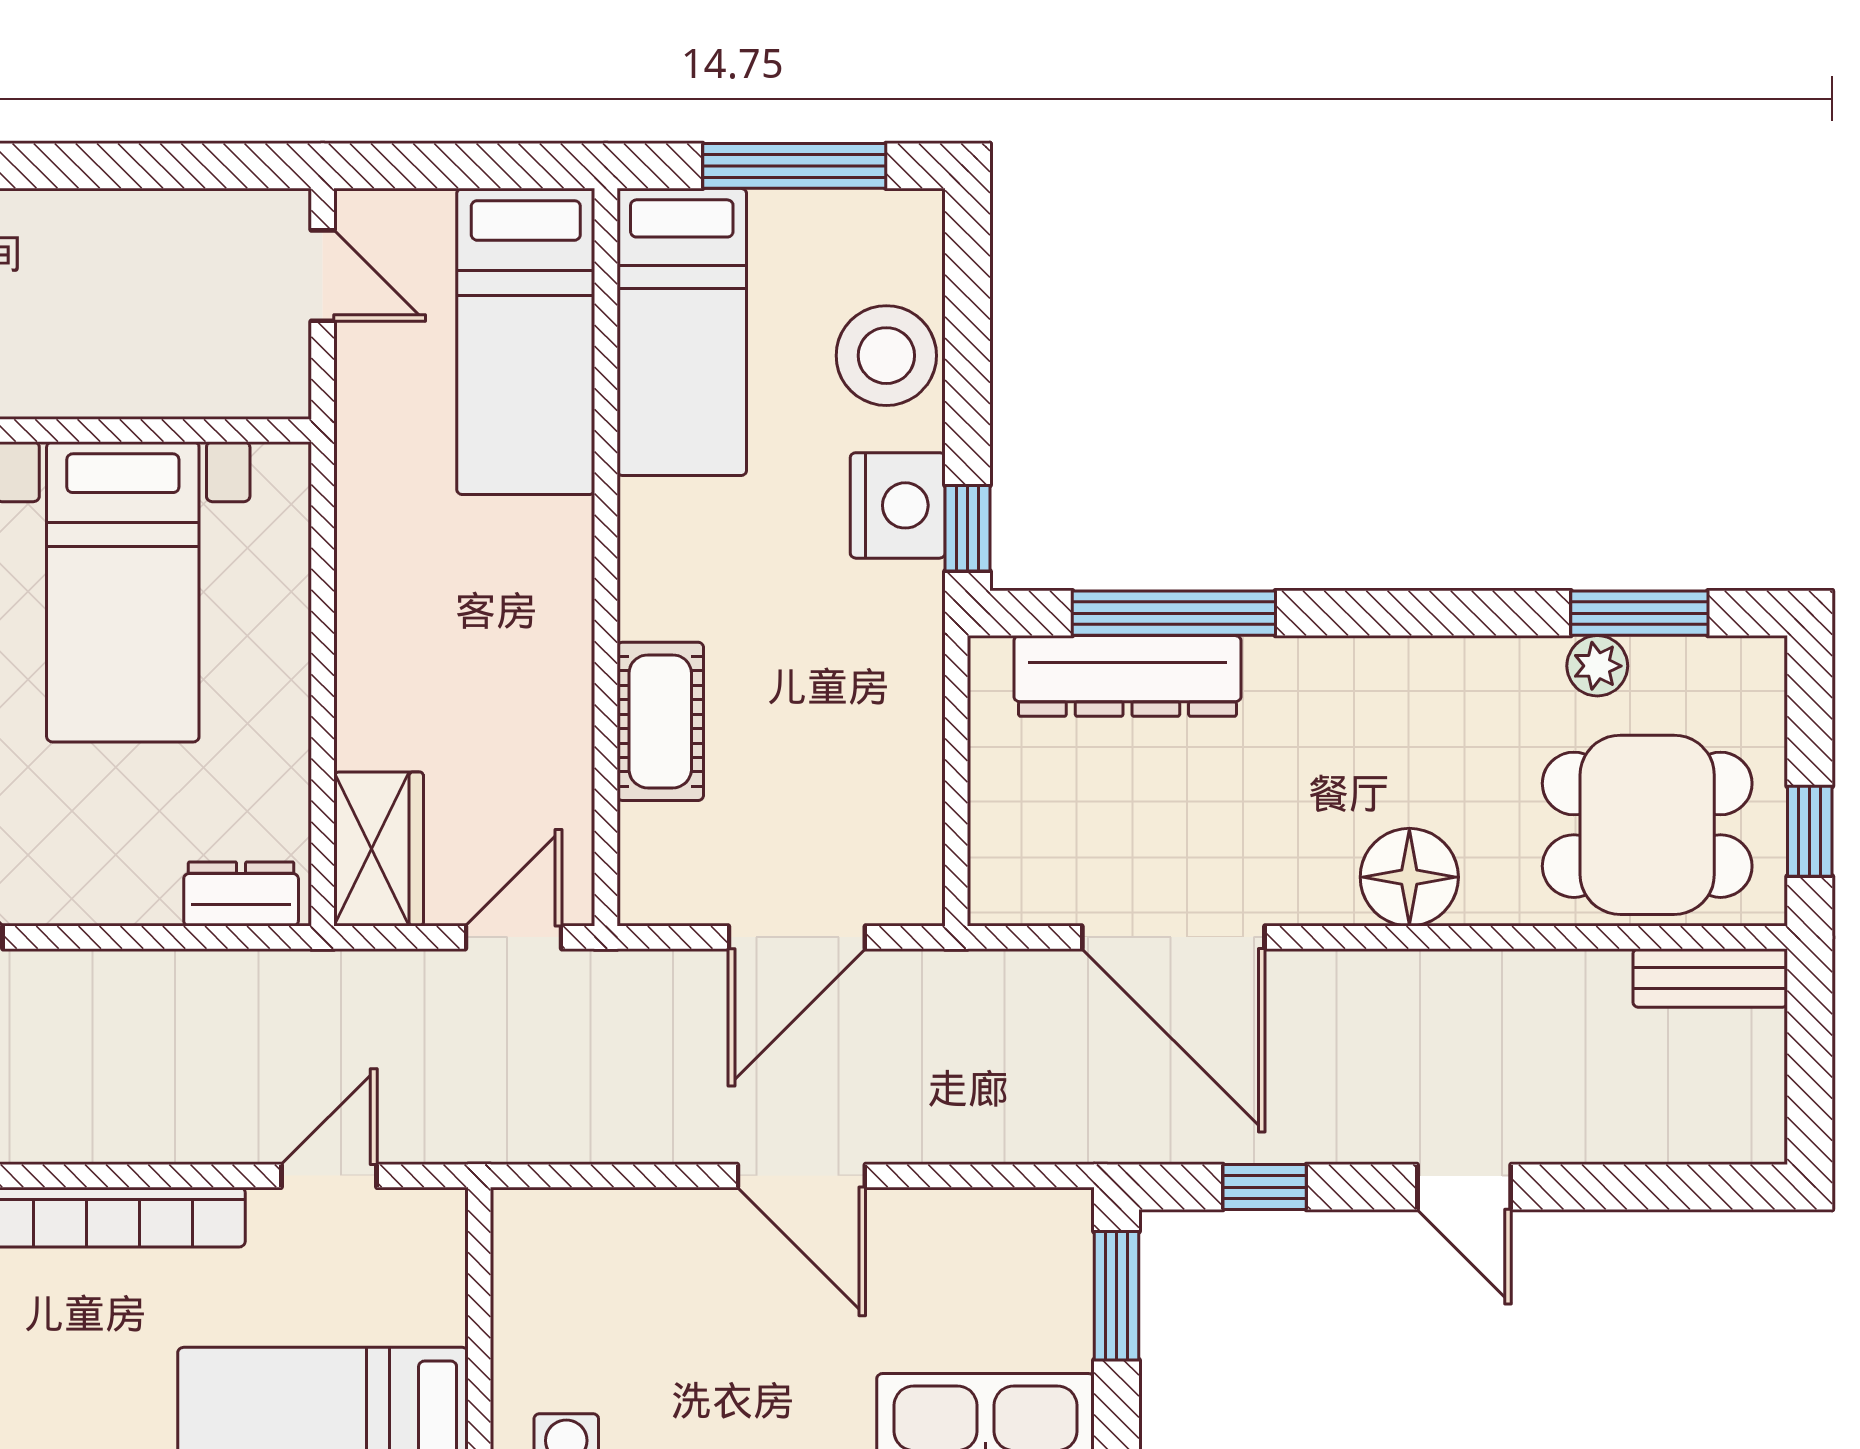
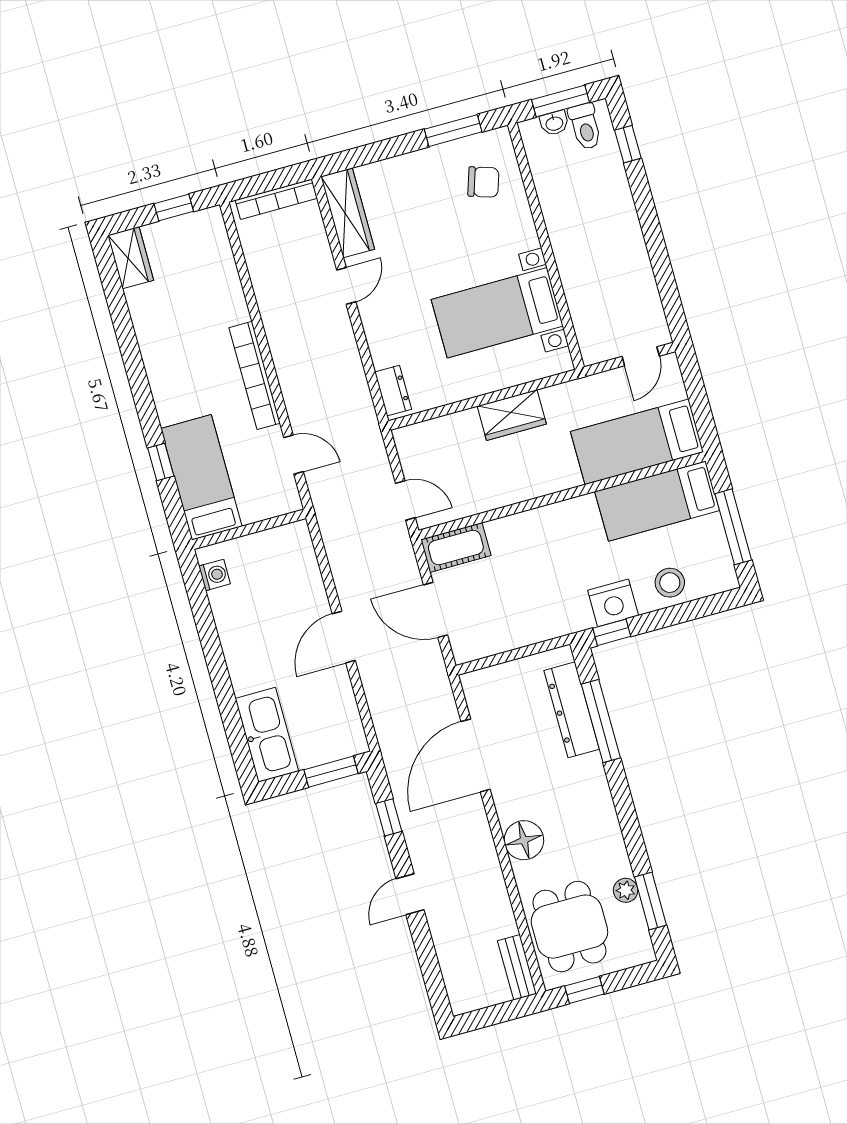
stool: (886, 356) -> (670, 583), width x0.73, depth x0.73
cot: (660, 721) -> (456, 548), moved
wardrobe: (379, 849) -> (512, 415), moved

